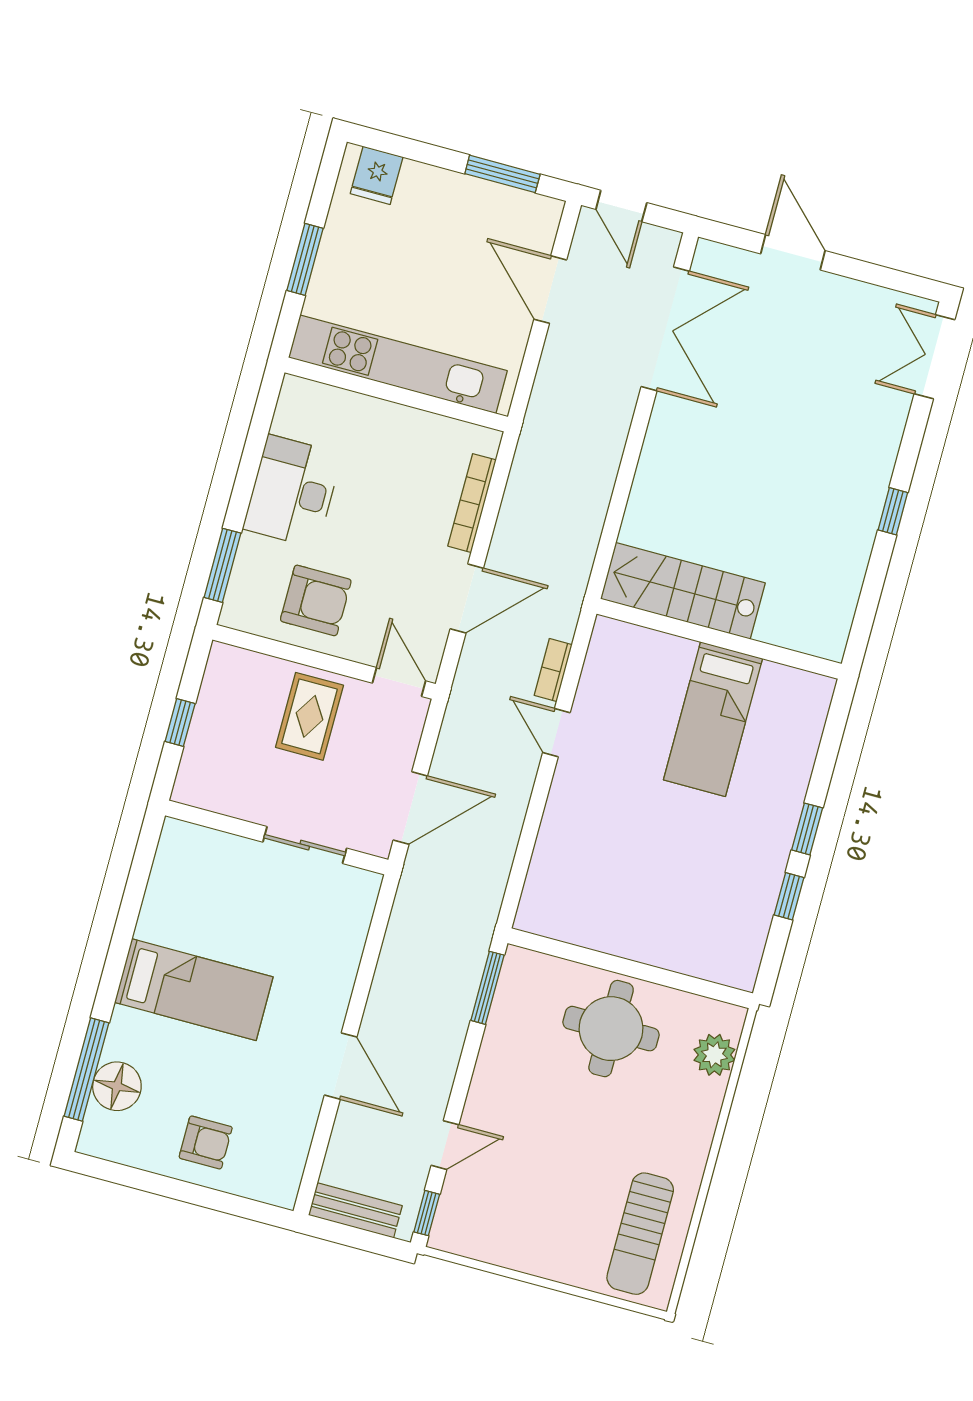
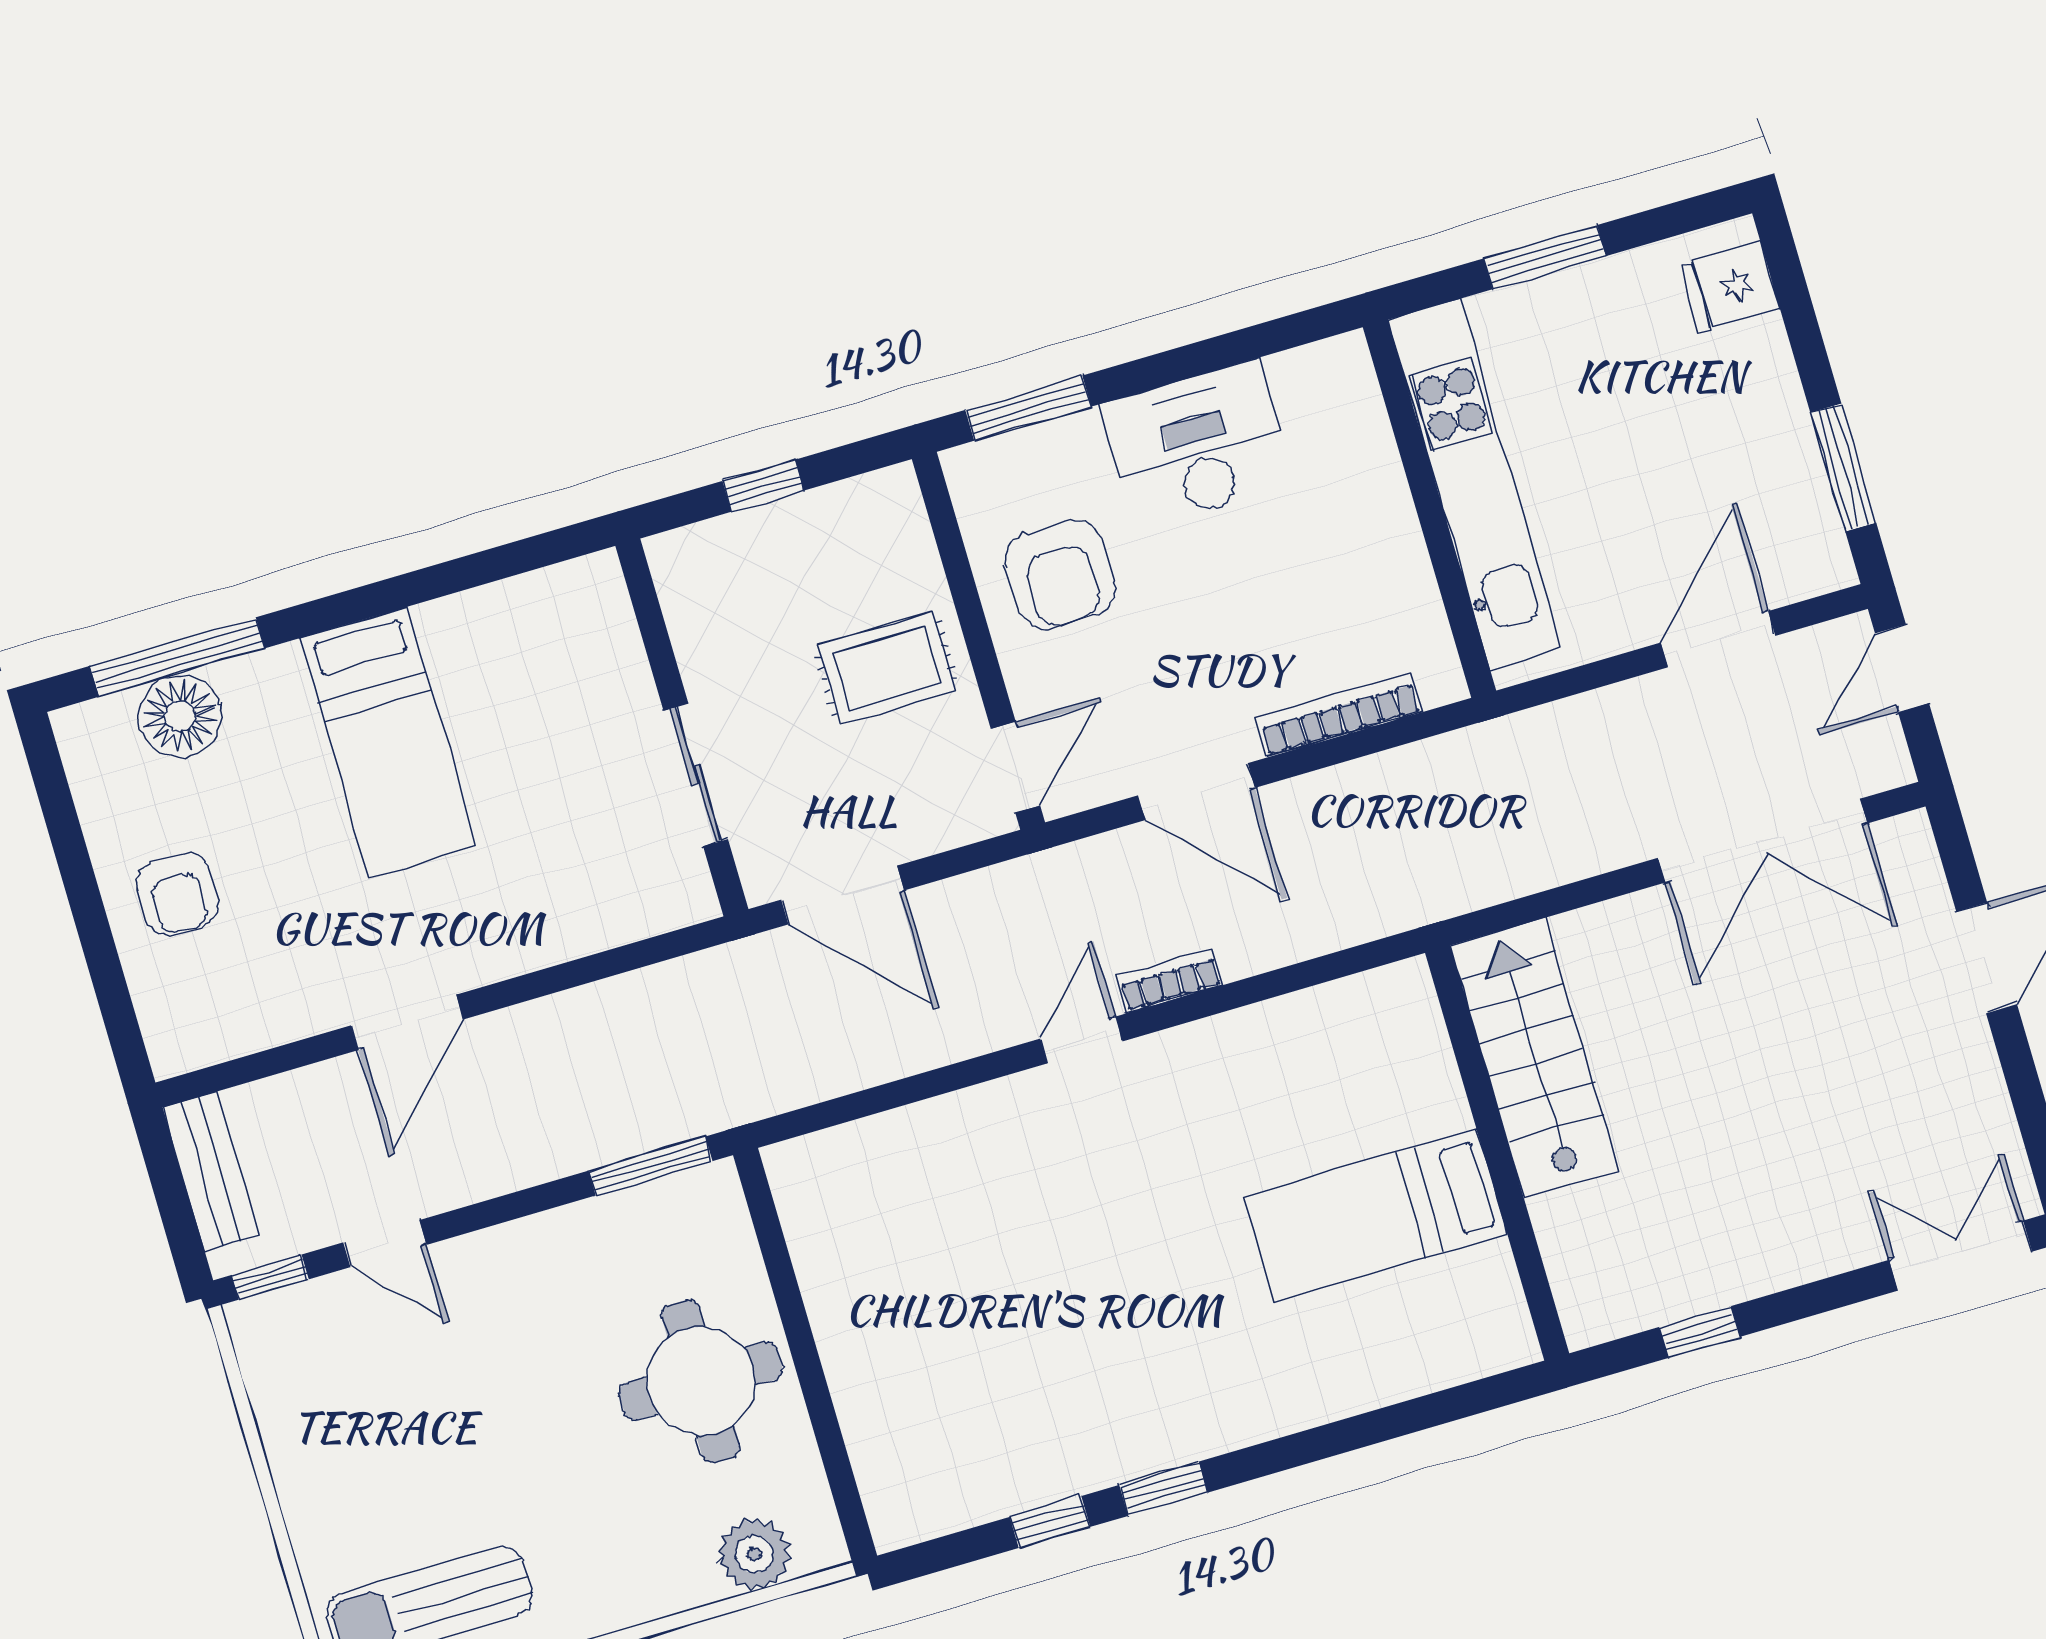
stairs: (683, 591) -> (1535, 1058), moved
wall: (719, 639) -> (1497, 1153), moved
bed: (713, 719) -> (1375, 1215), moved

